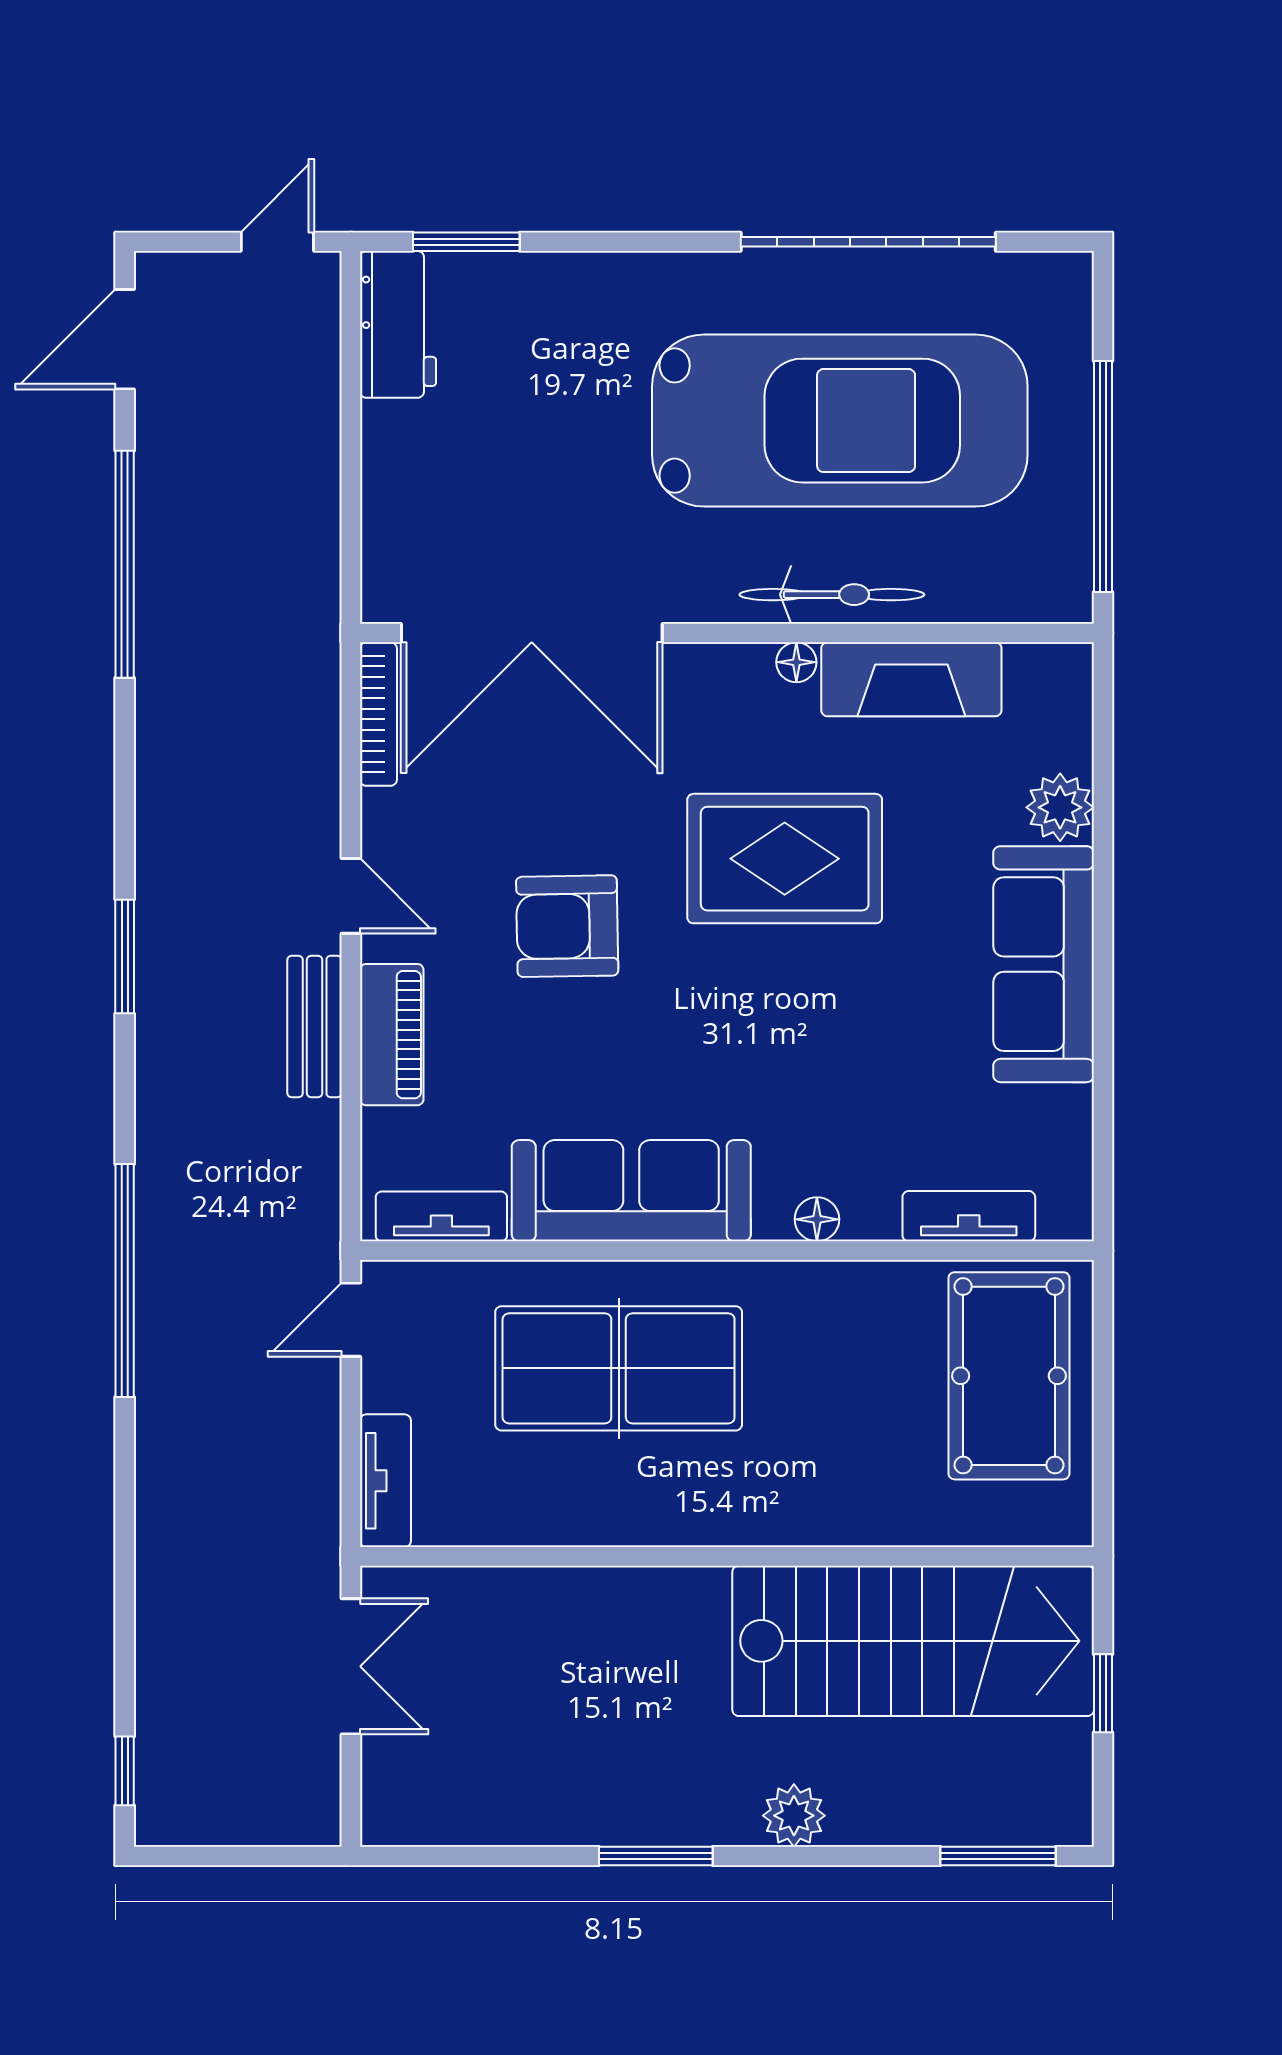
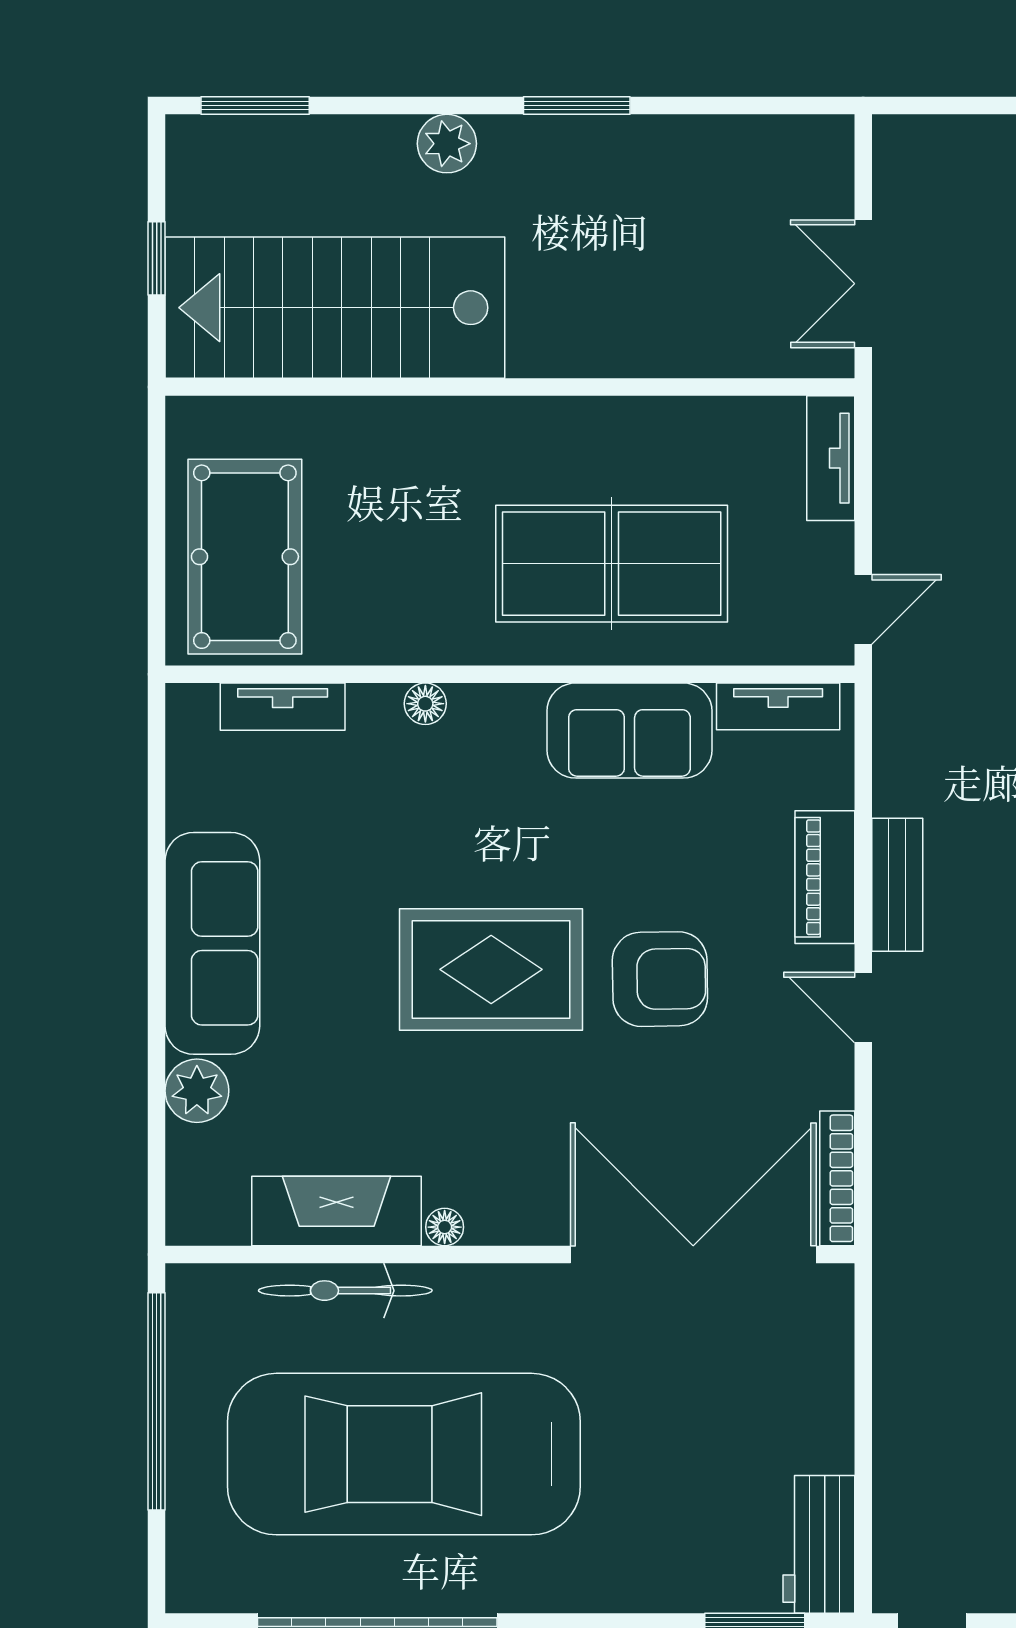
bicycle: (832, 595) -> (345, 1291), moved
rug: (785, 859) -> (491, 969), moved
sofa: (631, 1191) -> (629, 731), width x0.73

